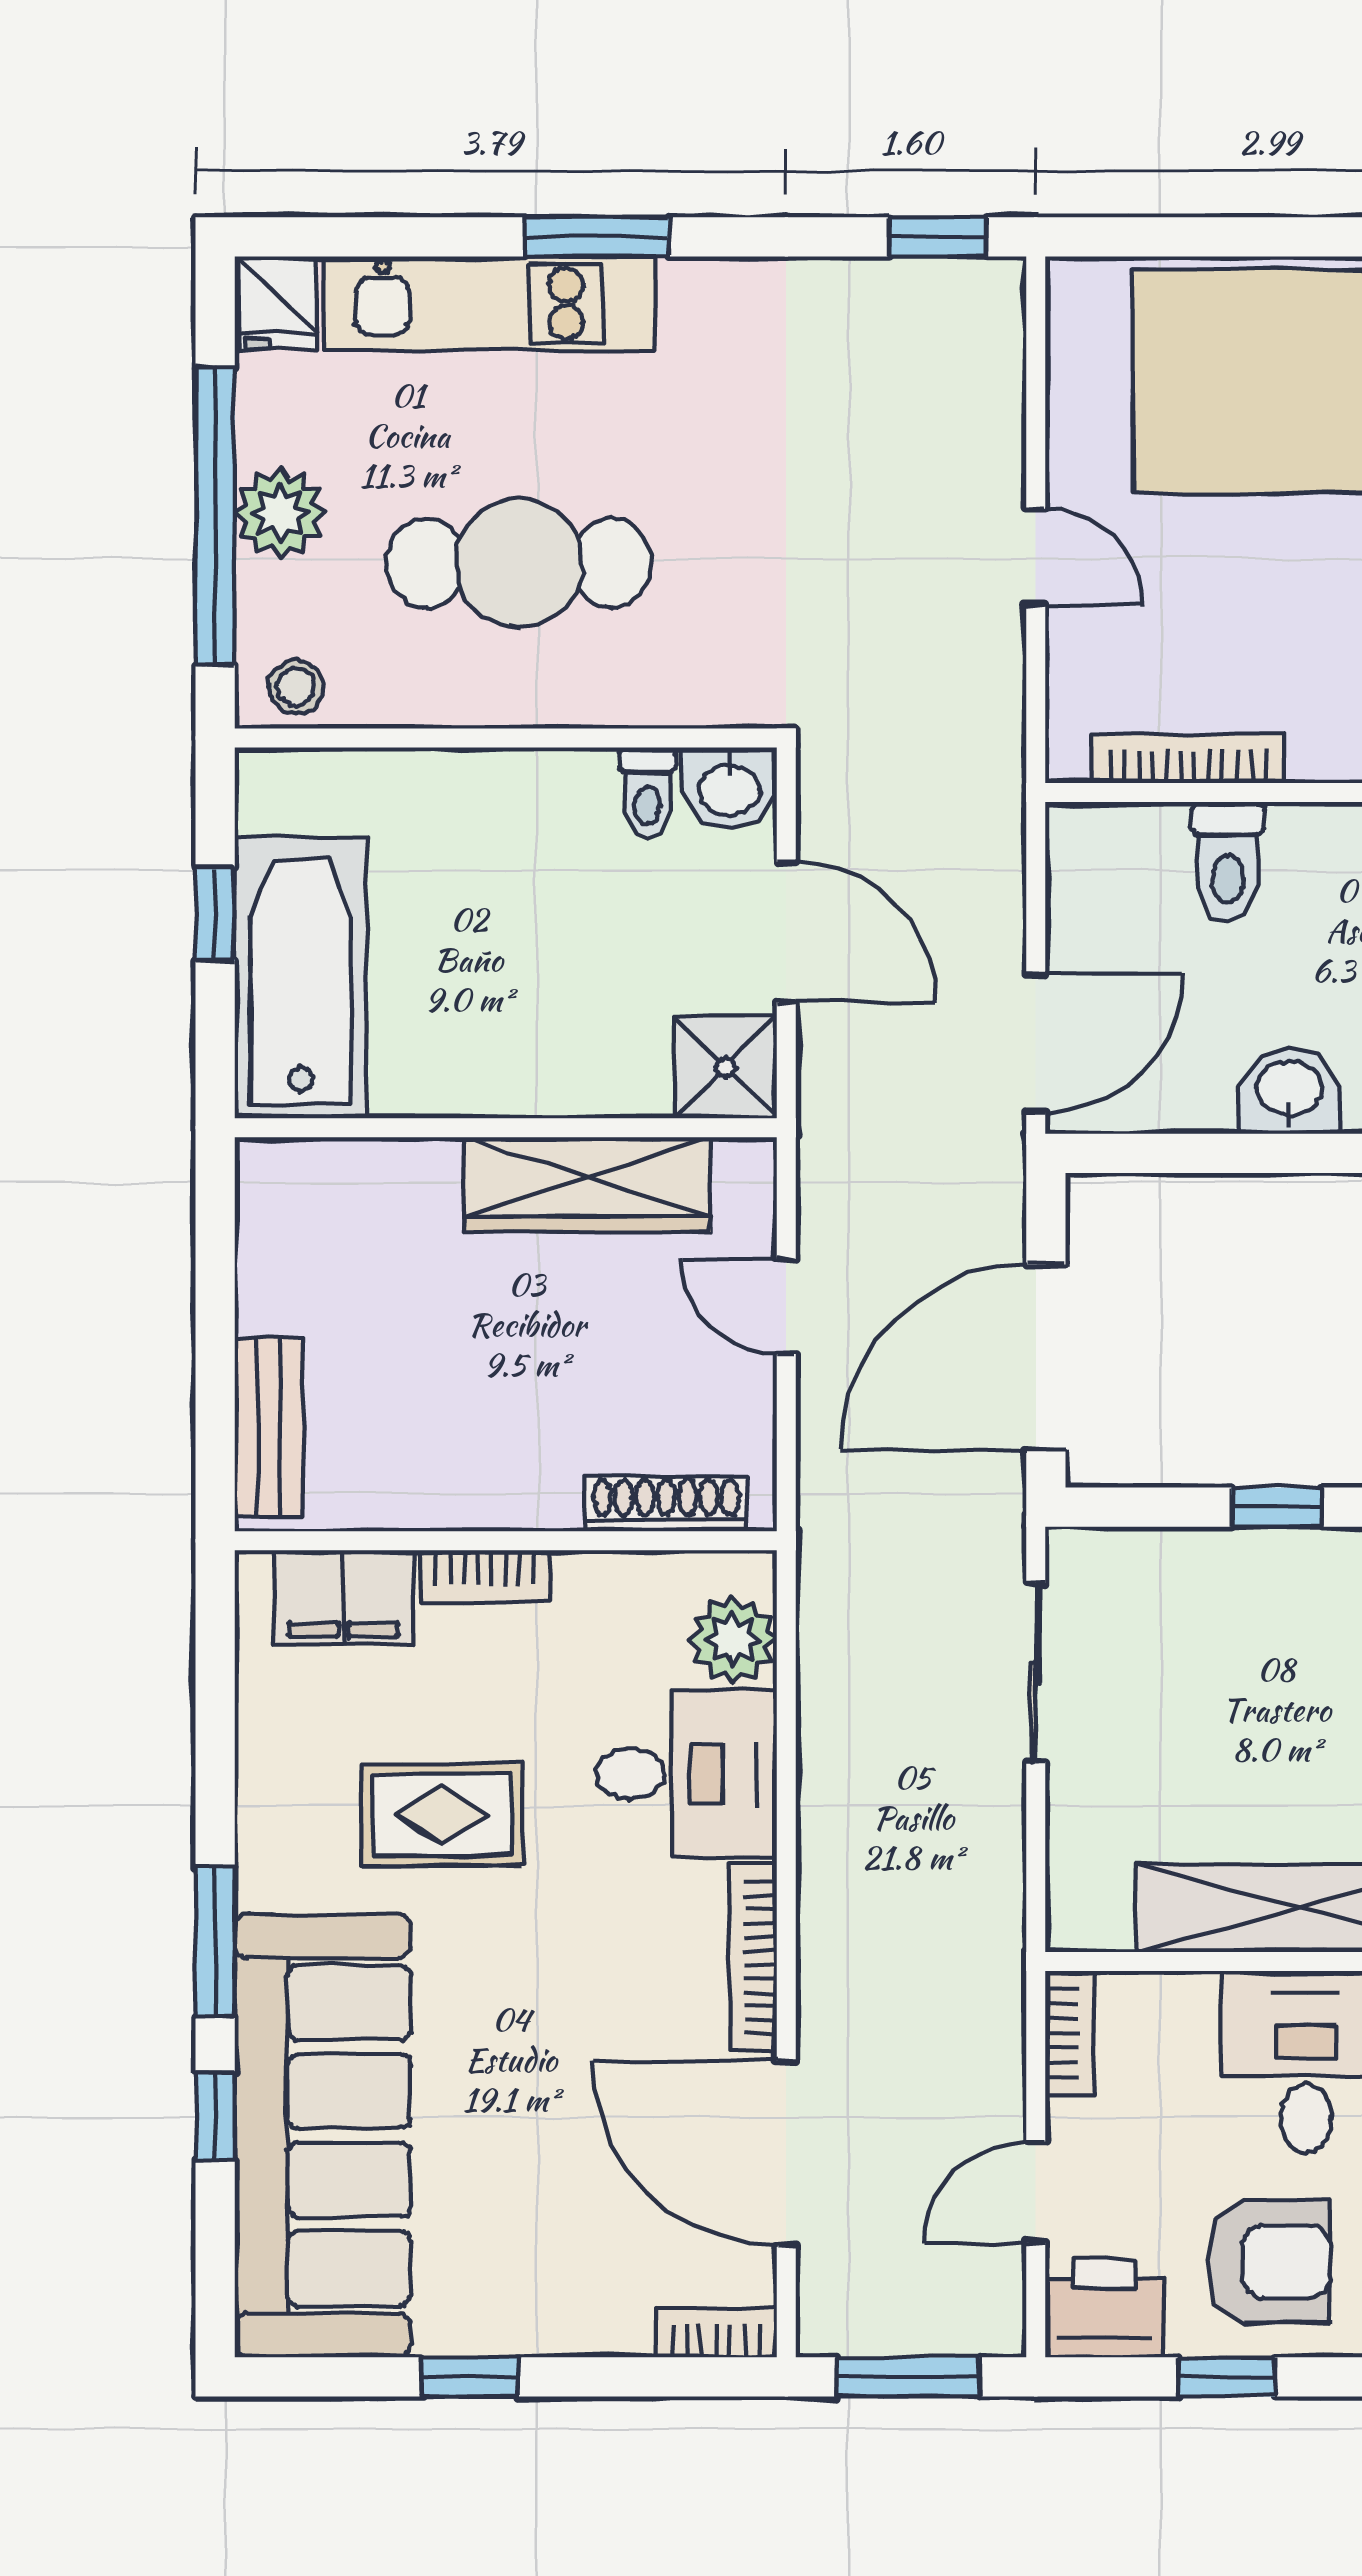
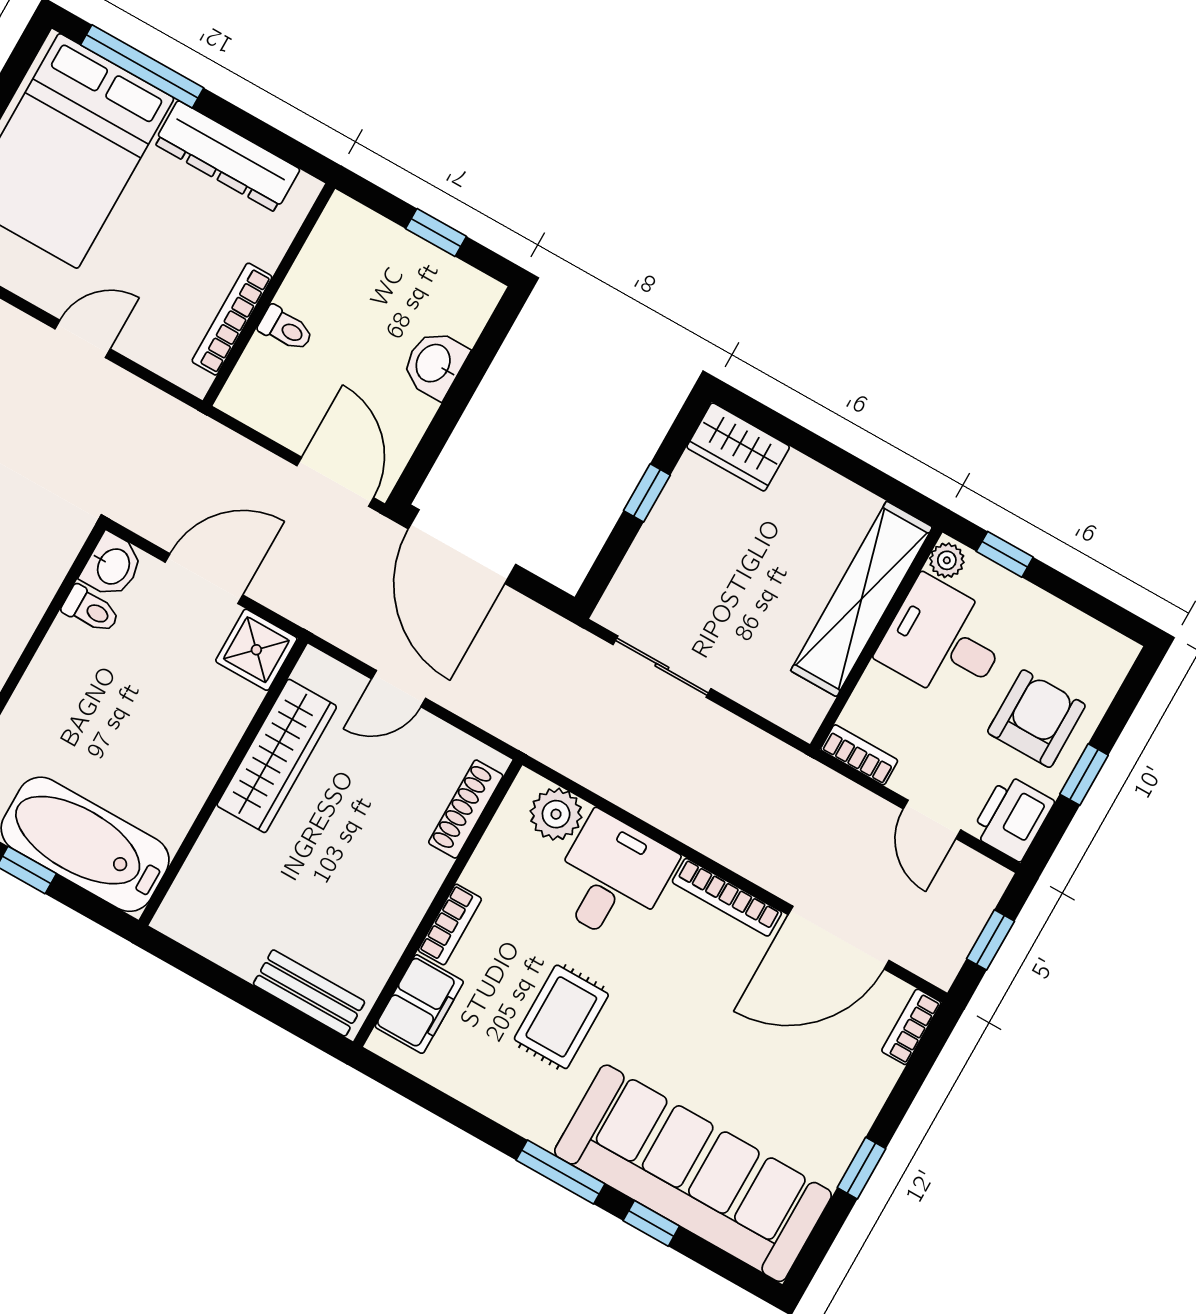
toilet: (1228, 862) -> (286, 329), width x0.73, depth x0.72
door: (1046, 1357) -> (462, 547), moved
window: (908, 2377) -> (991, 940), width x0.67

